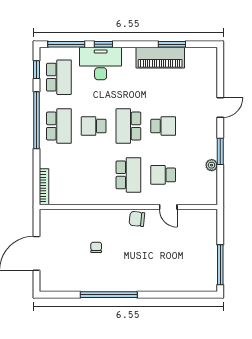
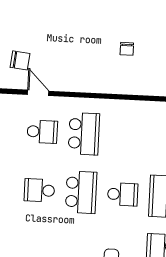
school desk: (128, 175) -> (84, 134), turned 180
chair: (137, 219) -> (20, 60), moved

